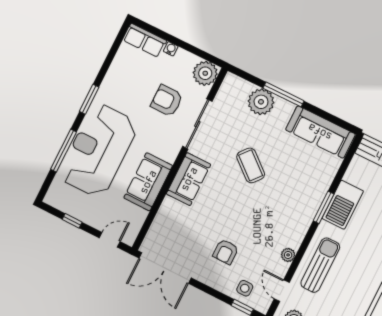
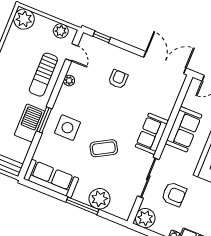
coffee table: (251, 165) -> (104, 148), turned -70
side table: (245, 288) -> (67, 128), moved, width x1.87, depth x1.87

